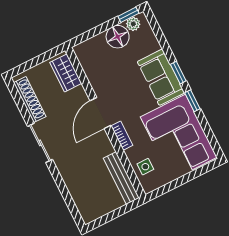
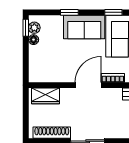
floor lamp: (118, 37) -> (34, 40), width x0.53, depth x0.53
window: (178, 73) -> (69, 12), moved
door: (100, 113) -> (88, 85), swing flipped

